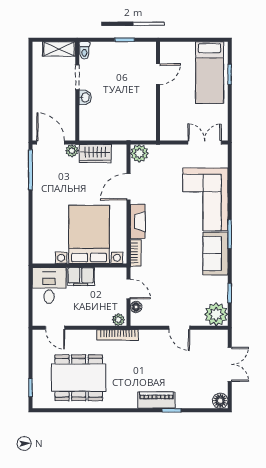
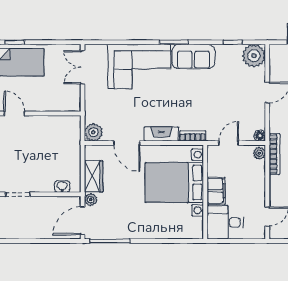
washbasin: (85, 97) -> (62, 186), moved
floor lamp: (136, 307) -> (260, 136), moved

